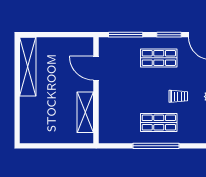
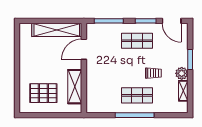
shelving: (28, 67) -> (57, 30), moved, turned 90
door: (96, 68) -> (84, 49), hinge flipped
pallet: (48, 120) -> (43, 93), added

